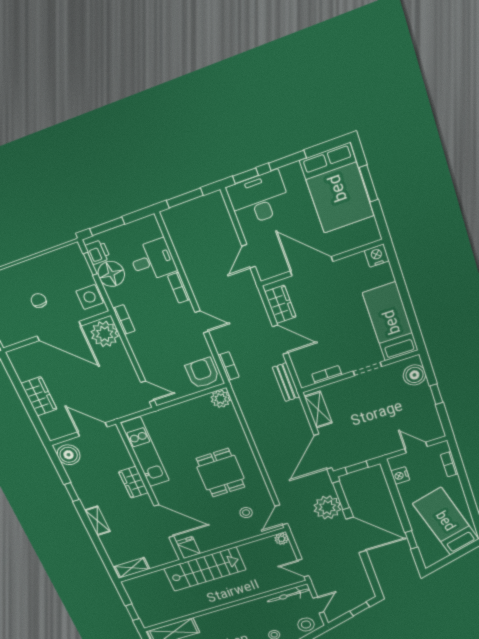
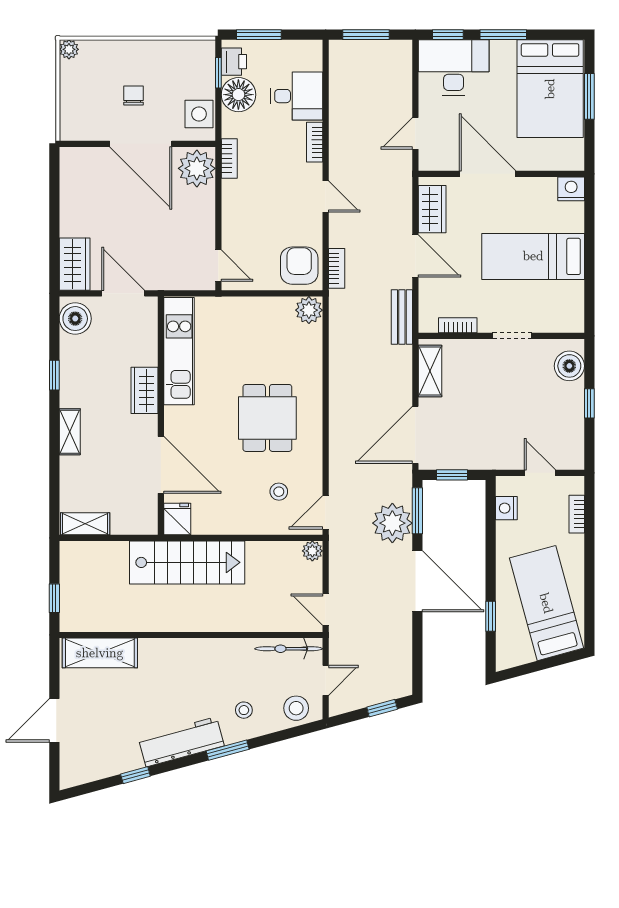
bed: (391, 322) -> (533, 256), moved, turned -90
wardrobe: (39, 396) -> (75, 264), moved

